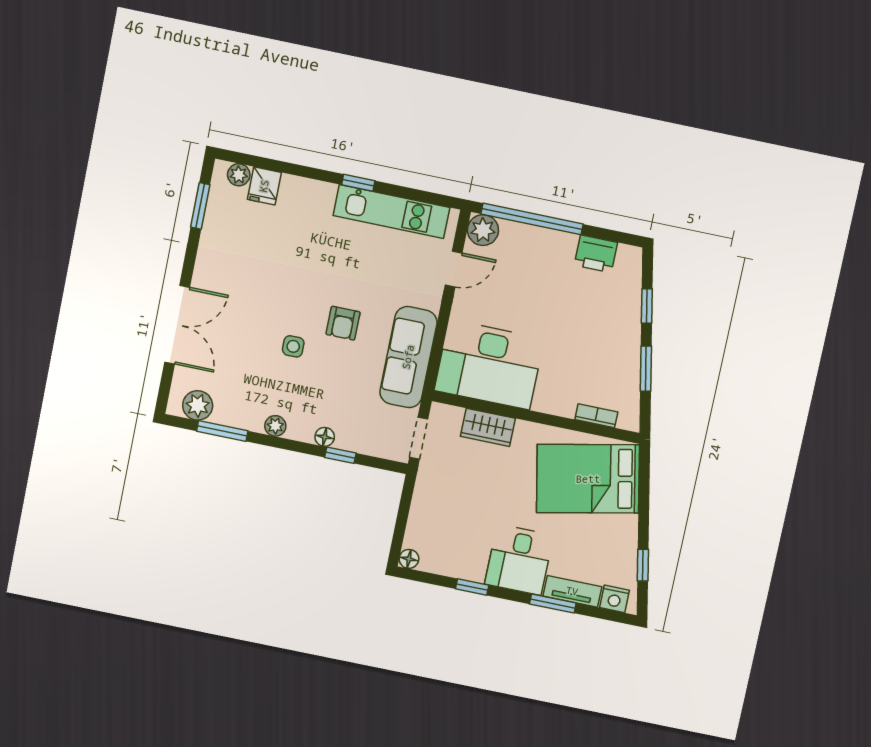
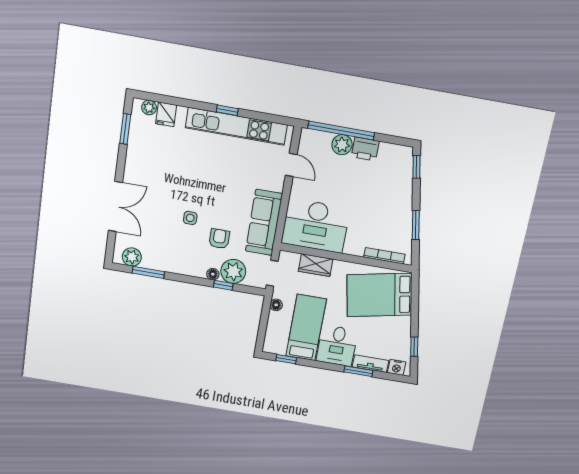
kitchen unit: (391, 212) -> (236, 126), width x1.36
plant: (483, 230) -> (342, 145), moved
printer: (596, 254) -> (365, 149), moved
door: (454, 269) -> (291, 165), hinge flipped
window: (647, 306) -> (417, 167), moved
armchair: (343, 323) -> (219, 239), moved, turned 180
bookcase: (596, 416) -> (384, 256), width x1.56
plant: (275, 426) -> (233, 271), moved, width x1.88, depth x1.88
bed: (470, 528) -> (306, 328), added
floor lamp: (409, 559) -> (276, 305), moved
window: (472, 587) -> (286, 359), moved

